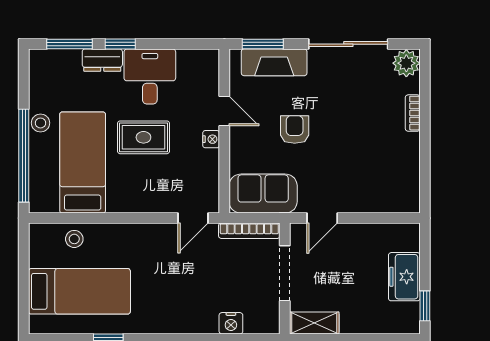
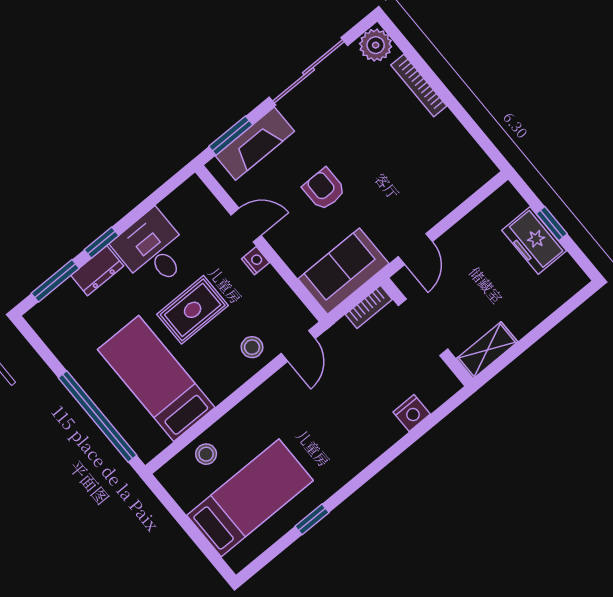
bookcase: (413, 113) -> (419, 85), width x1.56
stool: (40, 123) -> (252, 347), moved
bookcase: (249, 231) -> (369, 307), width x0.64
window: (425, 306) -> (552, 224), moved

